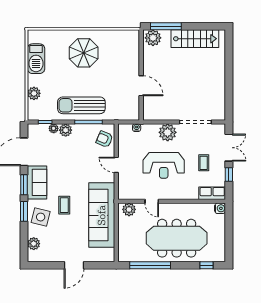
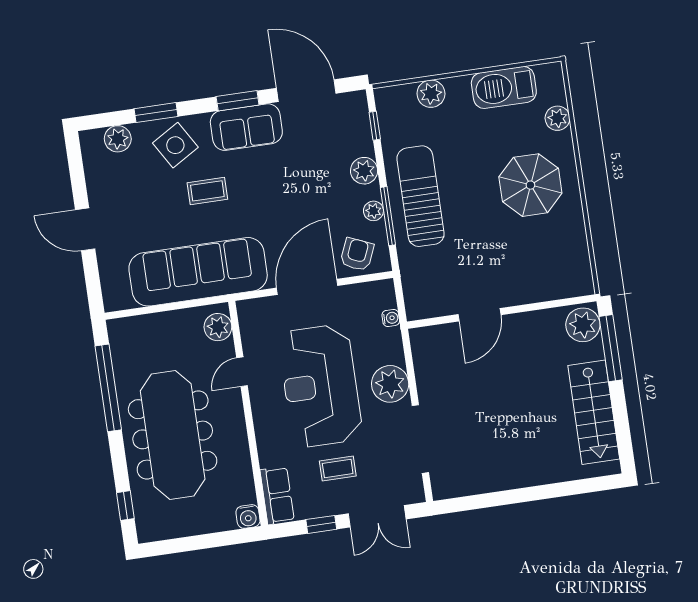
plant: (54, 36) -> (557, 118), added
plant: (54, 128) -> (373, 211), moved
door: (116, 165) -> (307, 287), width x1.87
reception desk: (164, 165) -> (320, 386), width x1.36, depth x1.30
window: (24, 211) -> (156, 113), moved
side table: (41, 217) -> (175, 145), turned 45

